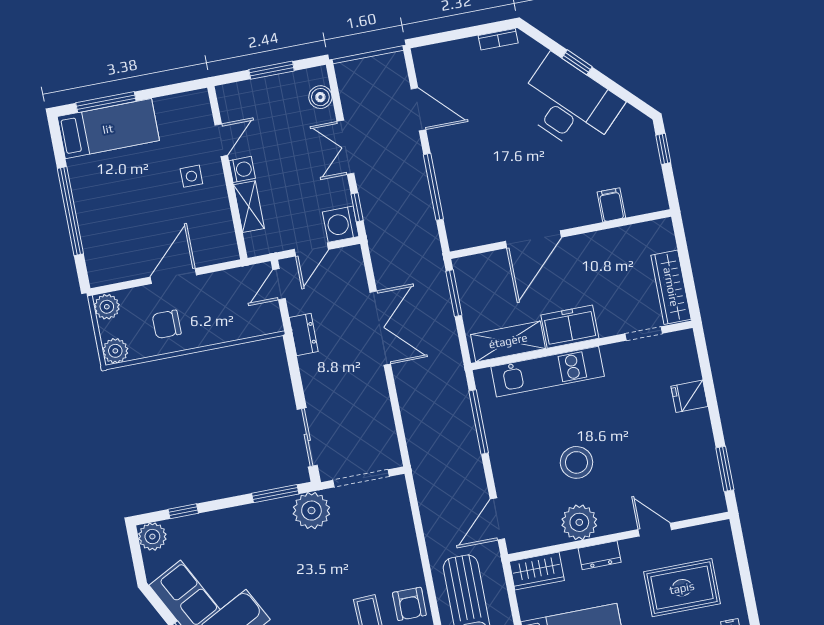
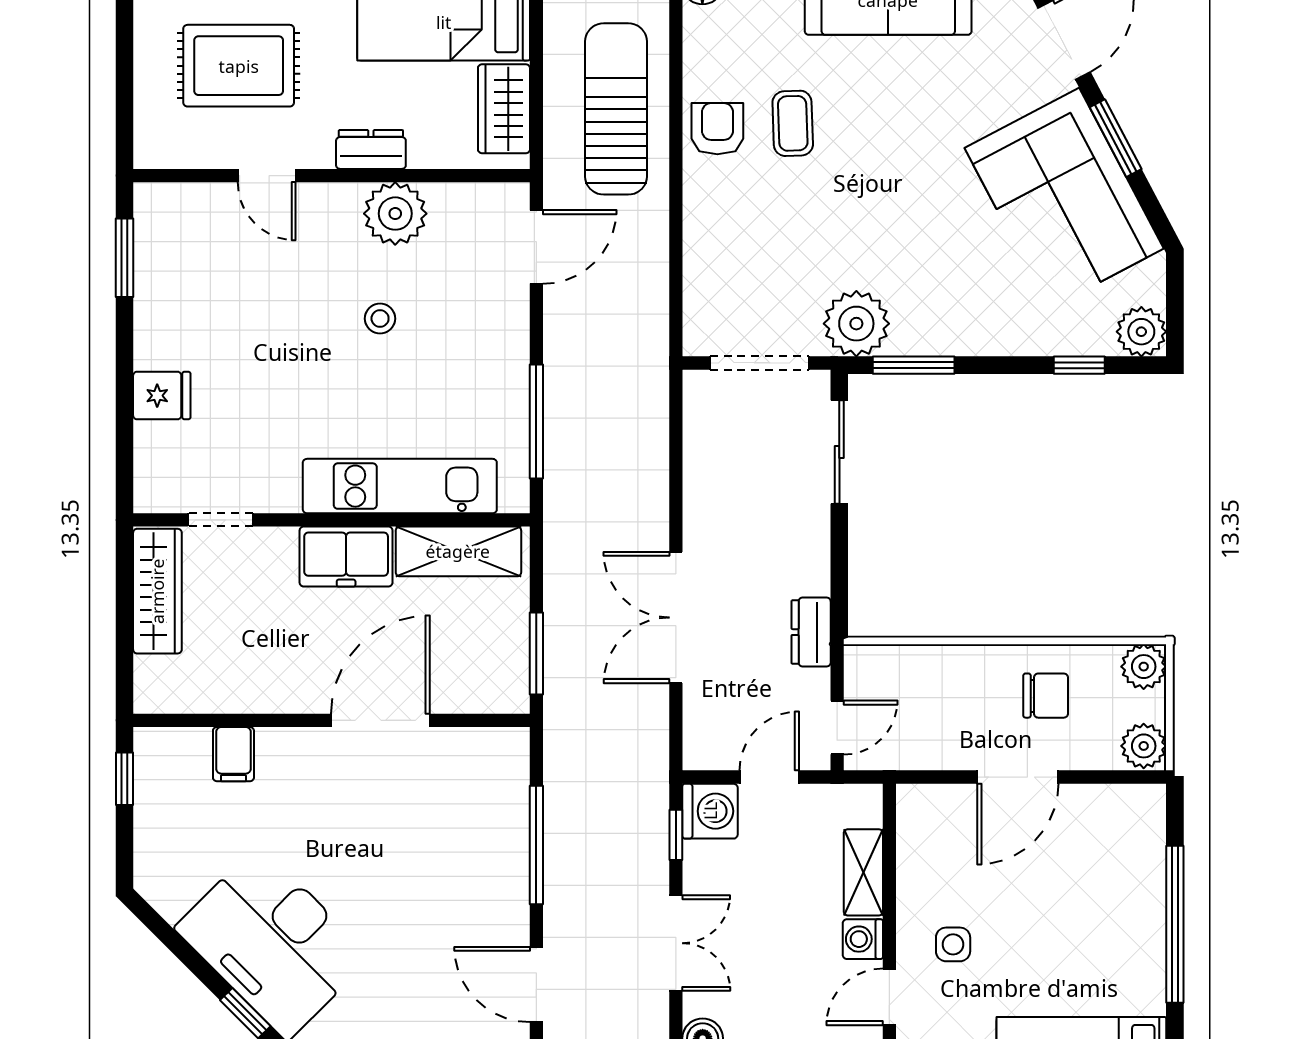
window: (663, 149) -> (125, 779), moved
stool: (576, 462) -> (380, 319), width x0.53, depth x0.53
wardrobe: (537, 571) -> (504, 109), moved, turned -90

